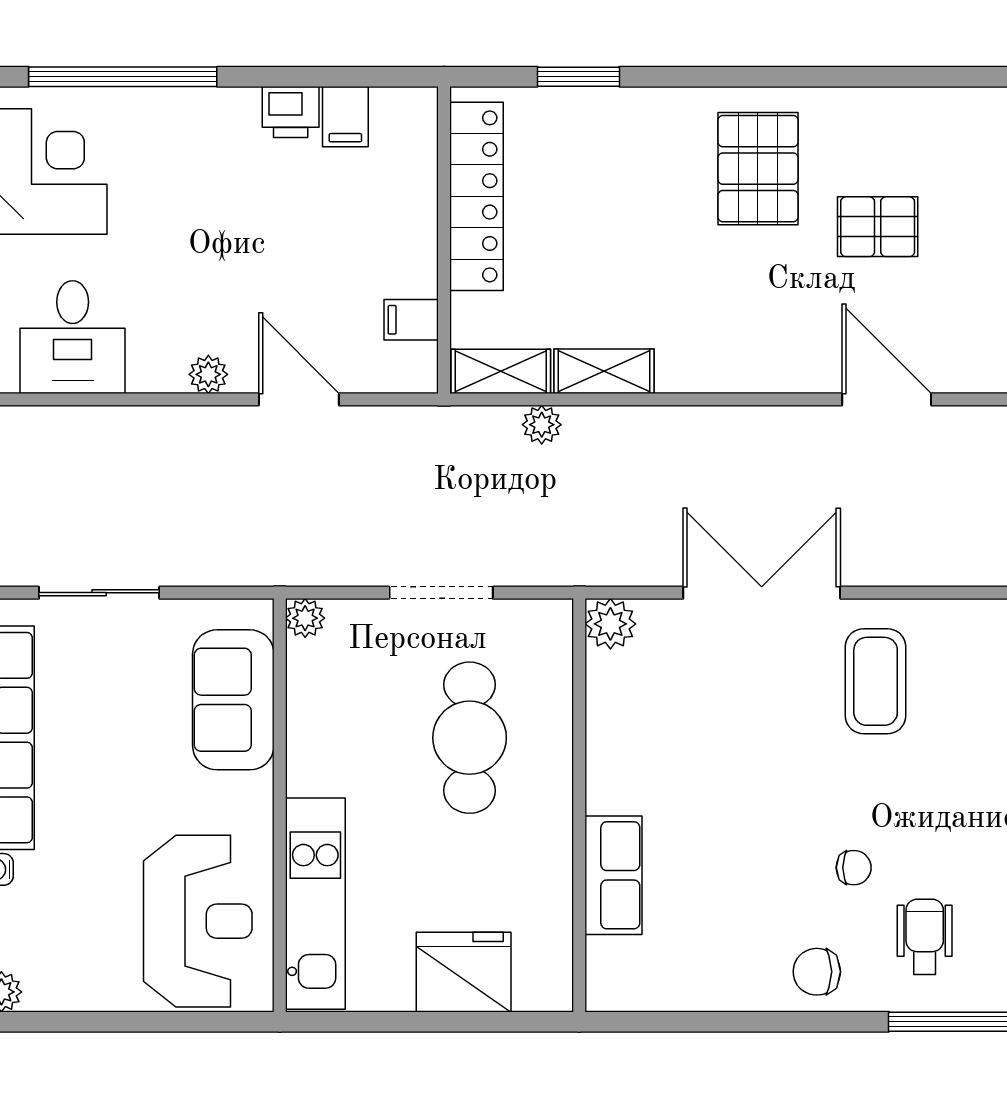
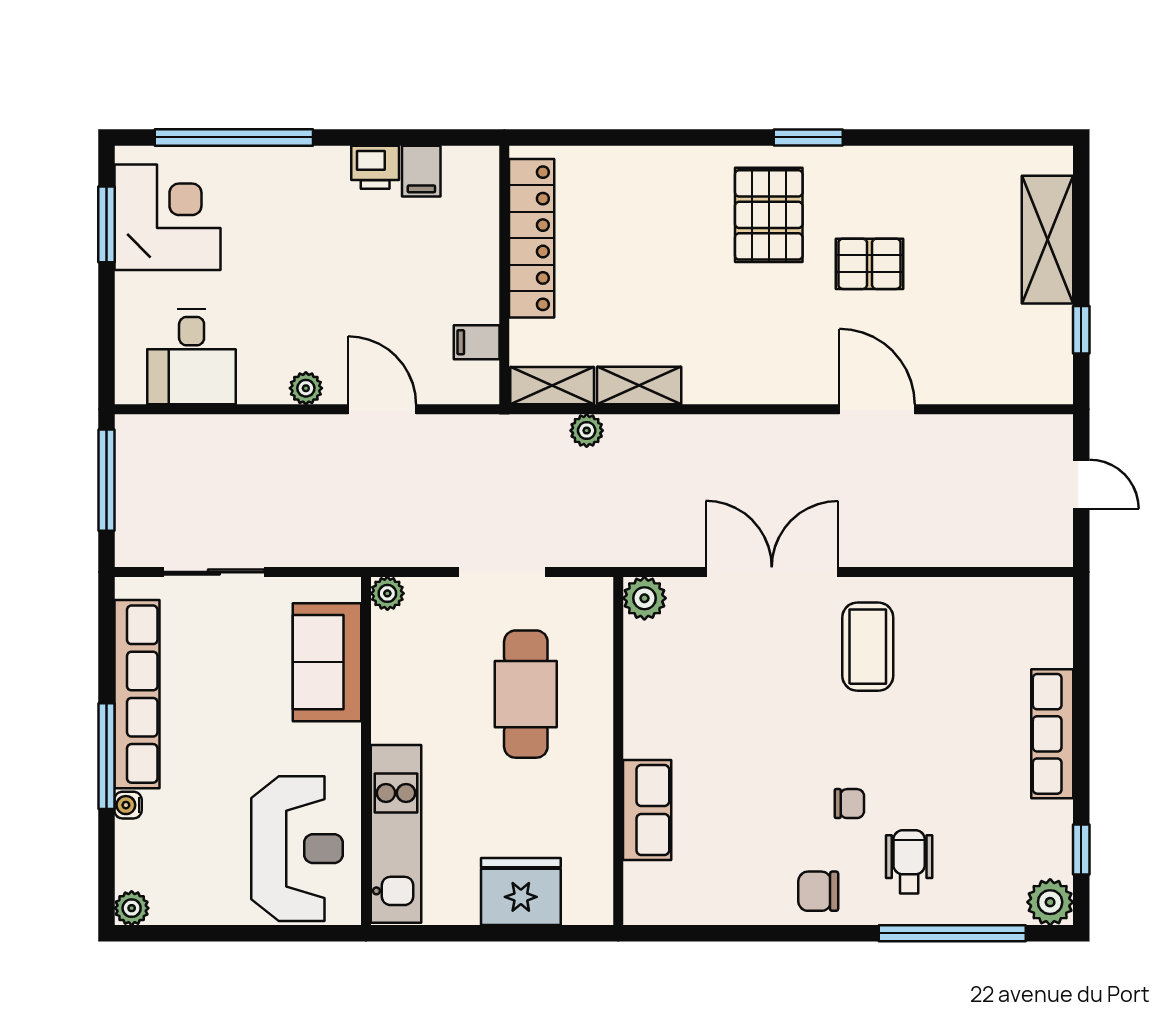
window: (578, 77) -> (808, 137), moved

